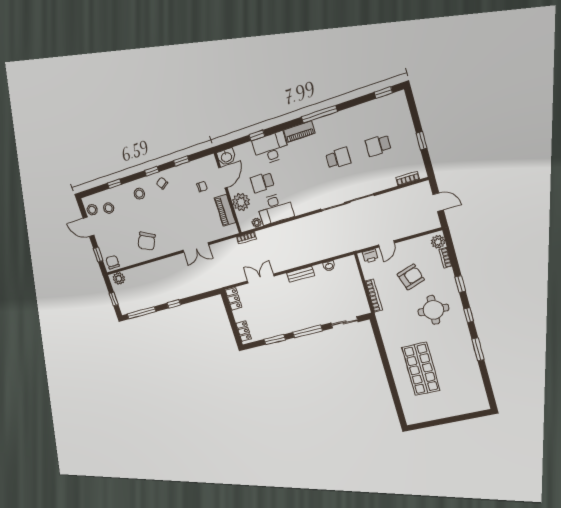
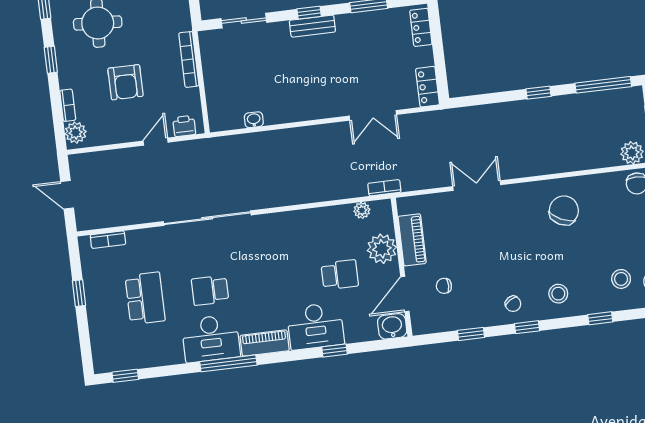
school desk: (378, 145) -> (145, 298), width x1.85
desk: (275, 209) -> (211, 338), moved, turned 180
bench: (300, 274) -> (312, 26), moved
armchair: (411, 277) -> (125, 82), turned -72
window: (308, 331) -> (309, 13), width x0.46

